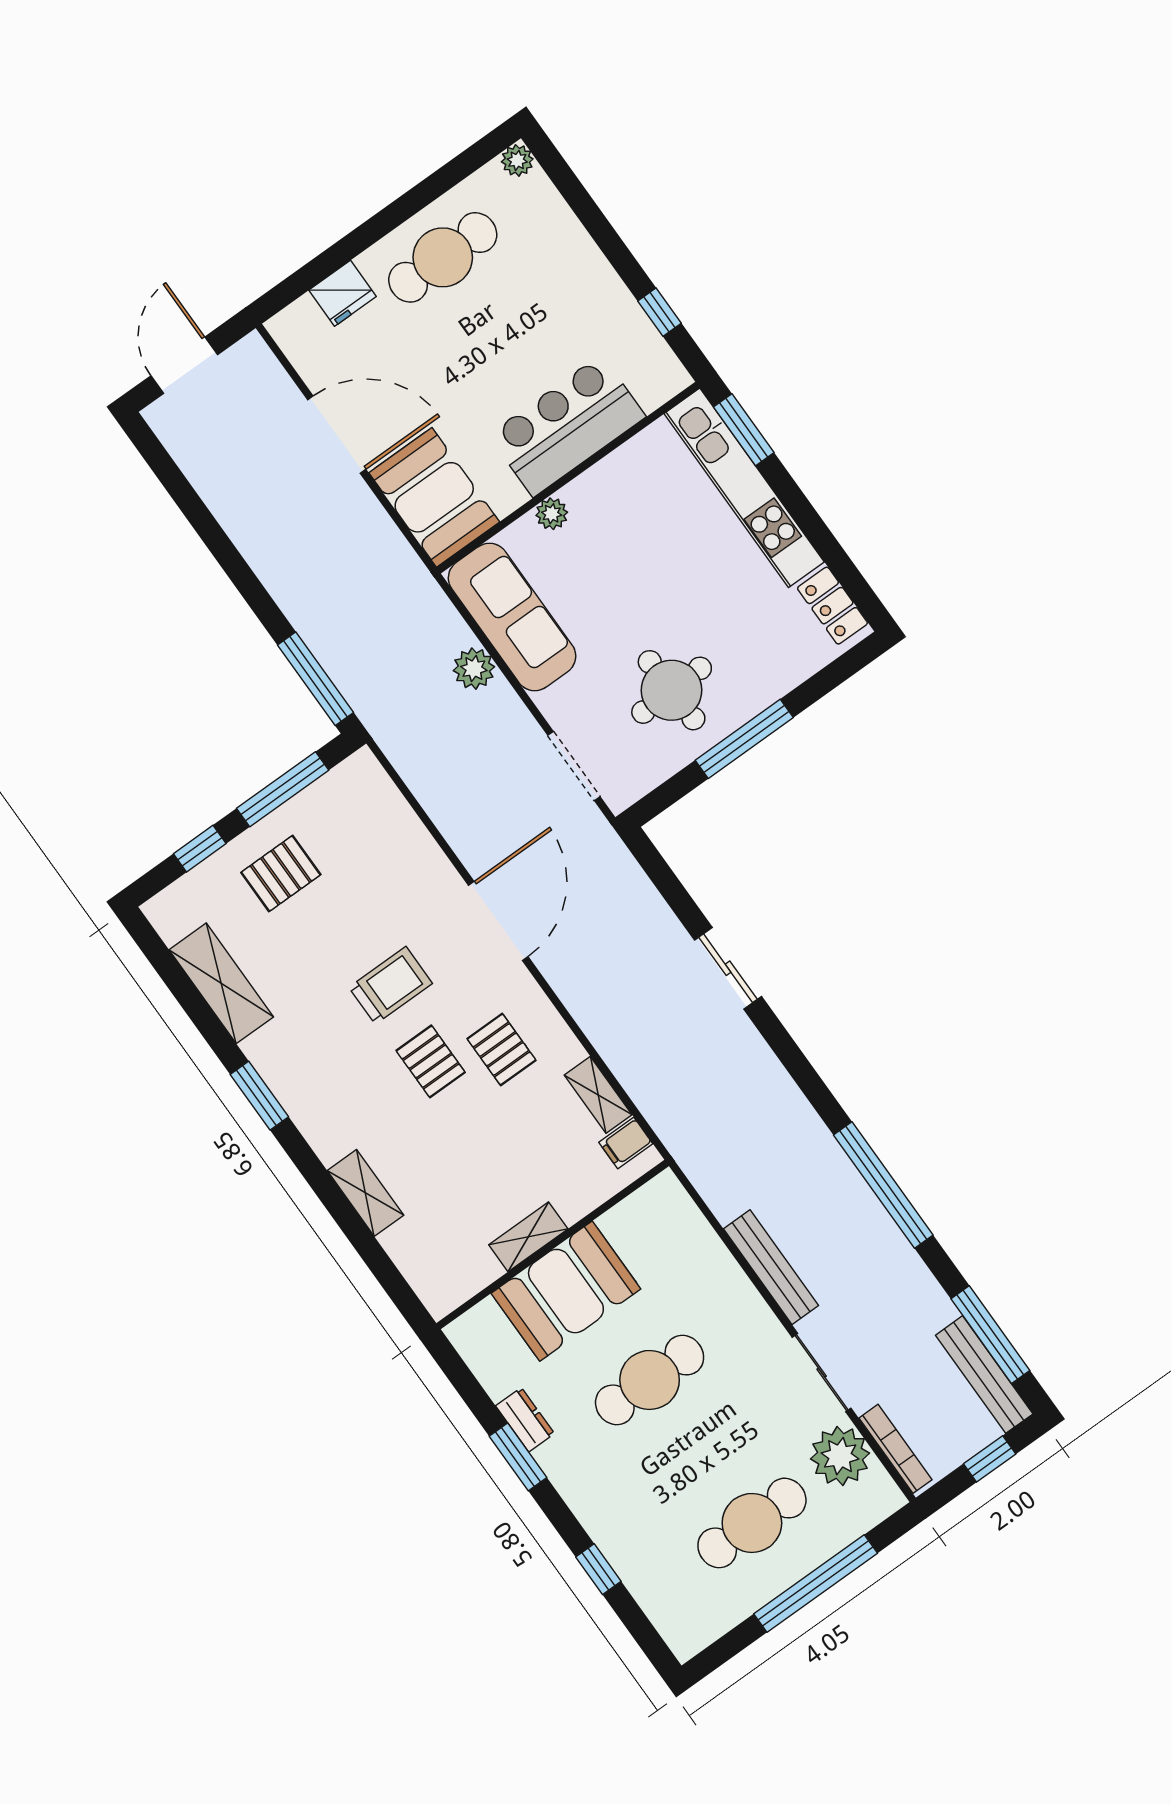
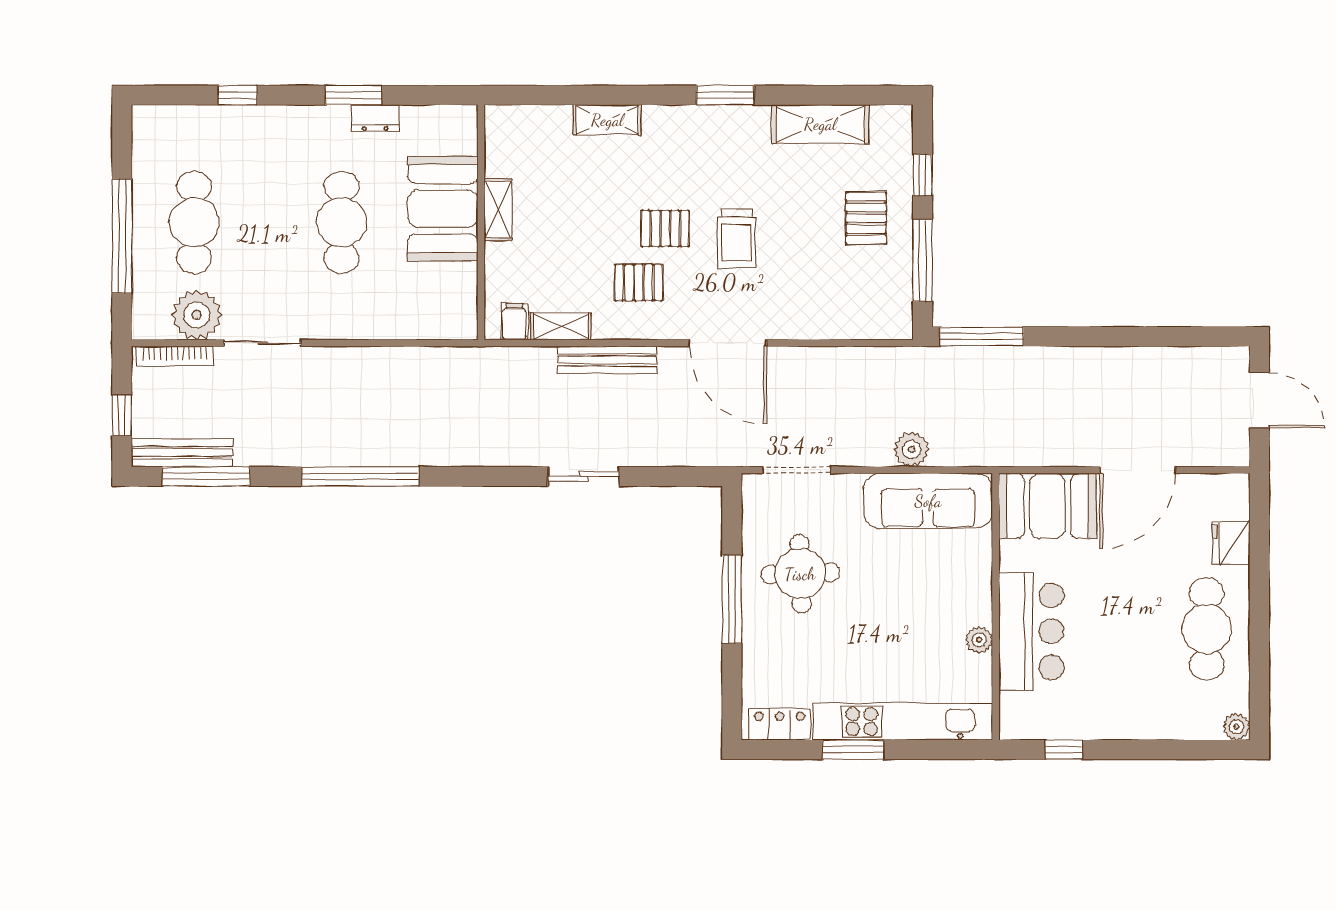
window: (744, 430) -> (853, 750), moved
plant: (552, 514) -> (979, 640), moved
bench: (771, 1267) -> (607, 360), moved

